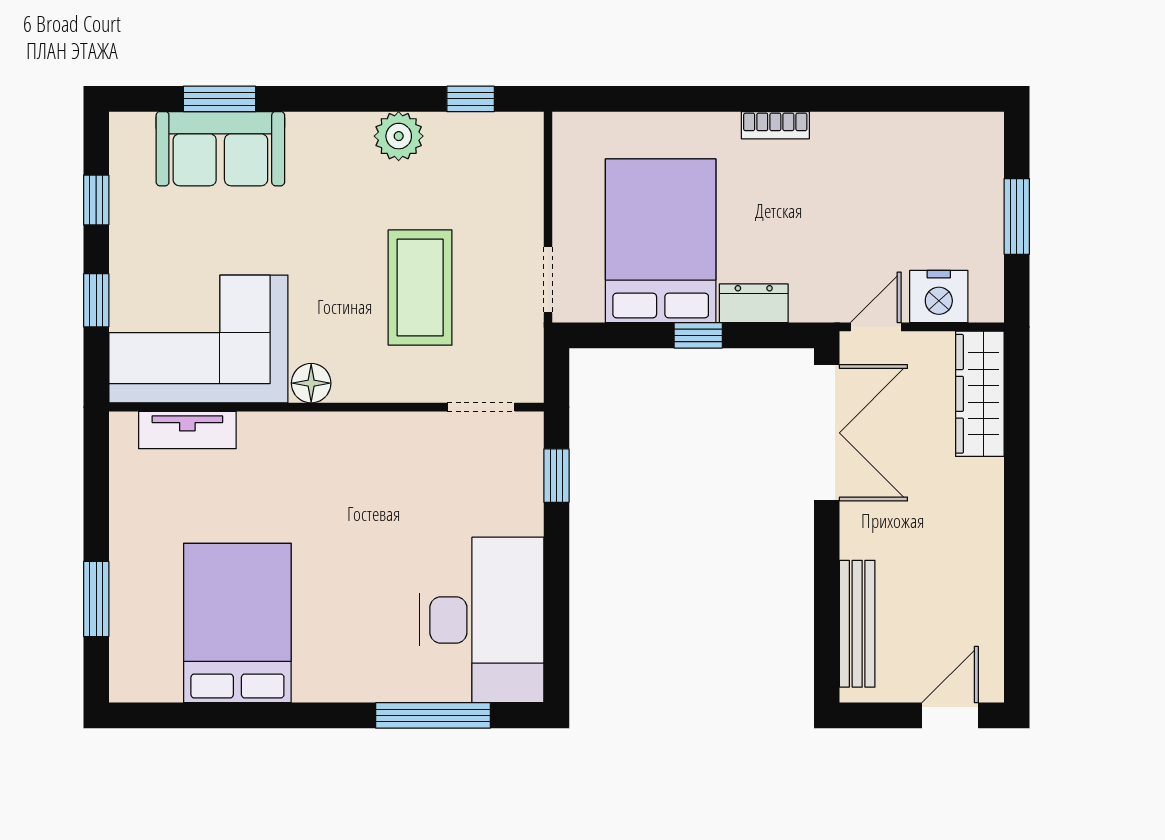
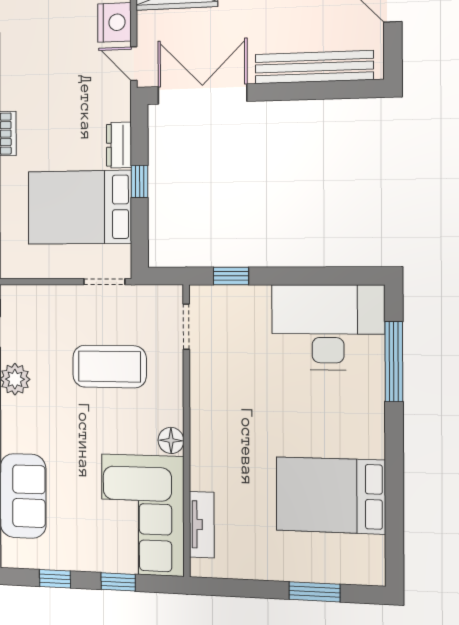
bench: (857, 624) -> (314, 67), width x1.37, depth x1.21

